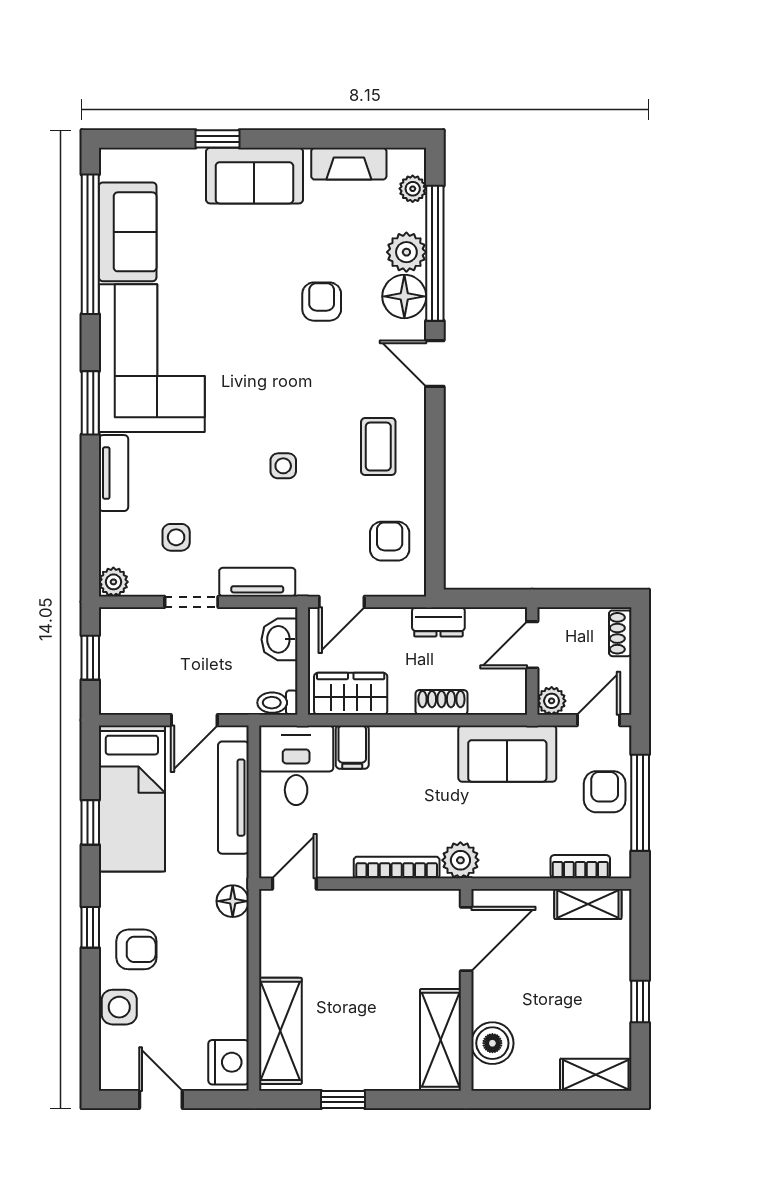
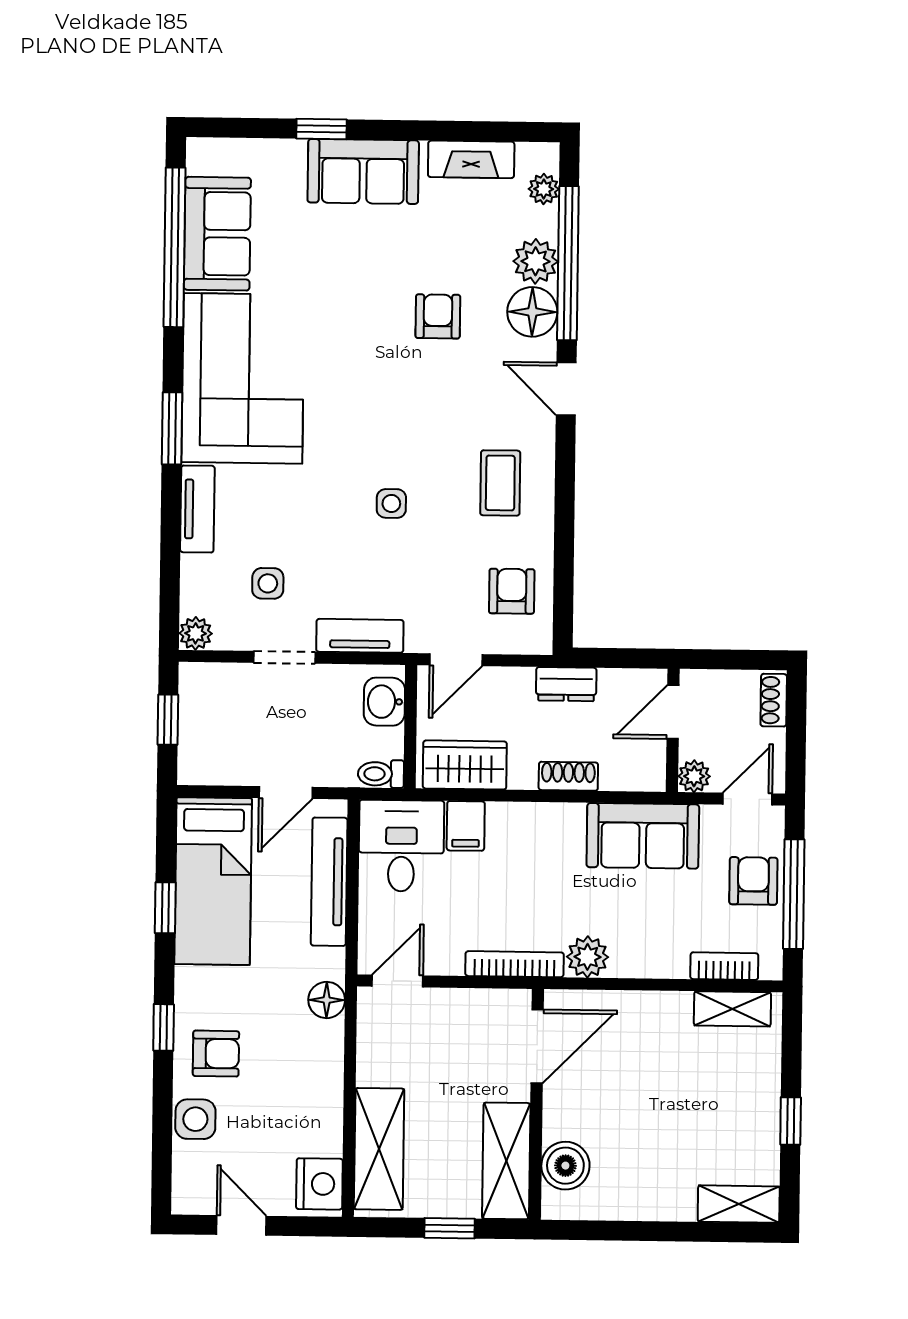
door: (466, 939) -> (537, 1046), moved
wall: (466, 990) -> (536, 1104), moved
shelving: (441, 1040) -> (506, 1161), moved
boiler: (492, 1043) -> (565, 1166), moved

